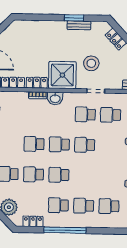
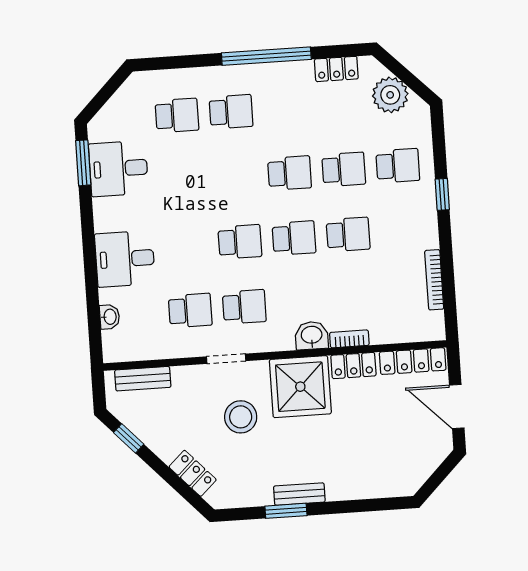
bench: (79, 25) -> (299, 494), moved
school desk: (58, 205) -> (285, 108), removed

